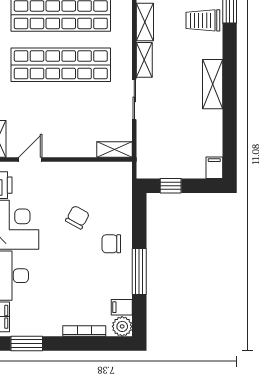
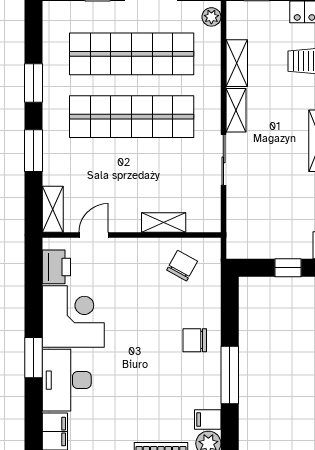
shelving: (115, 150) -> (164, 222), moved
window: (171, 186) -> (288, 268), moved
chair: (77, 217) -> (182, 266), moved

